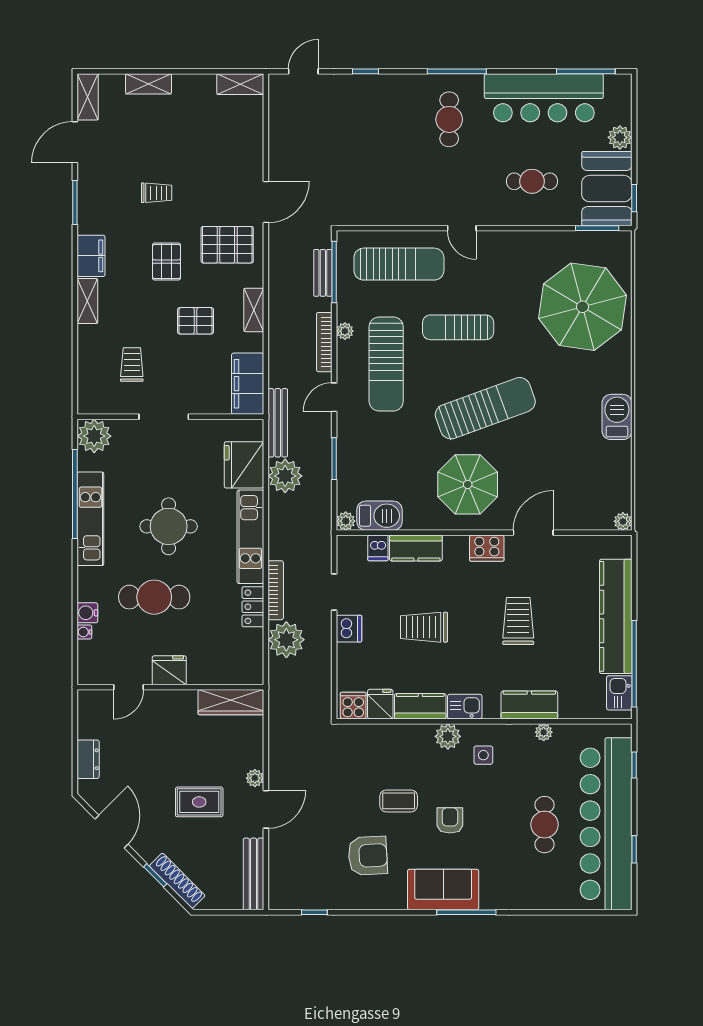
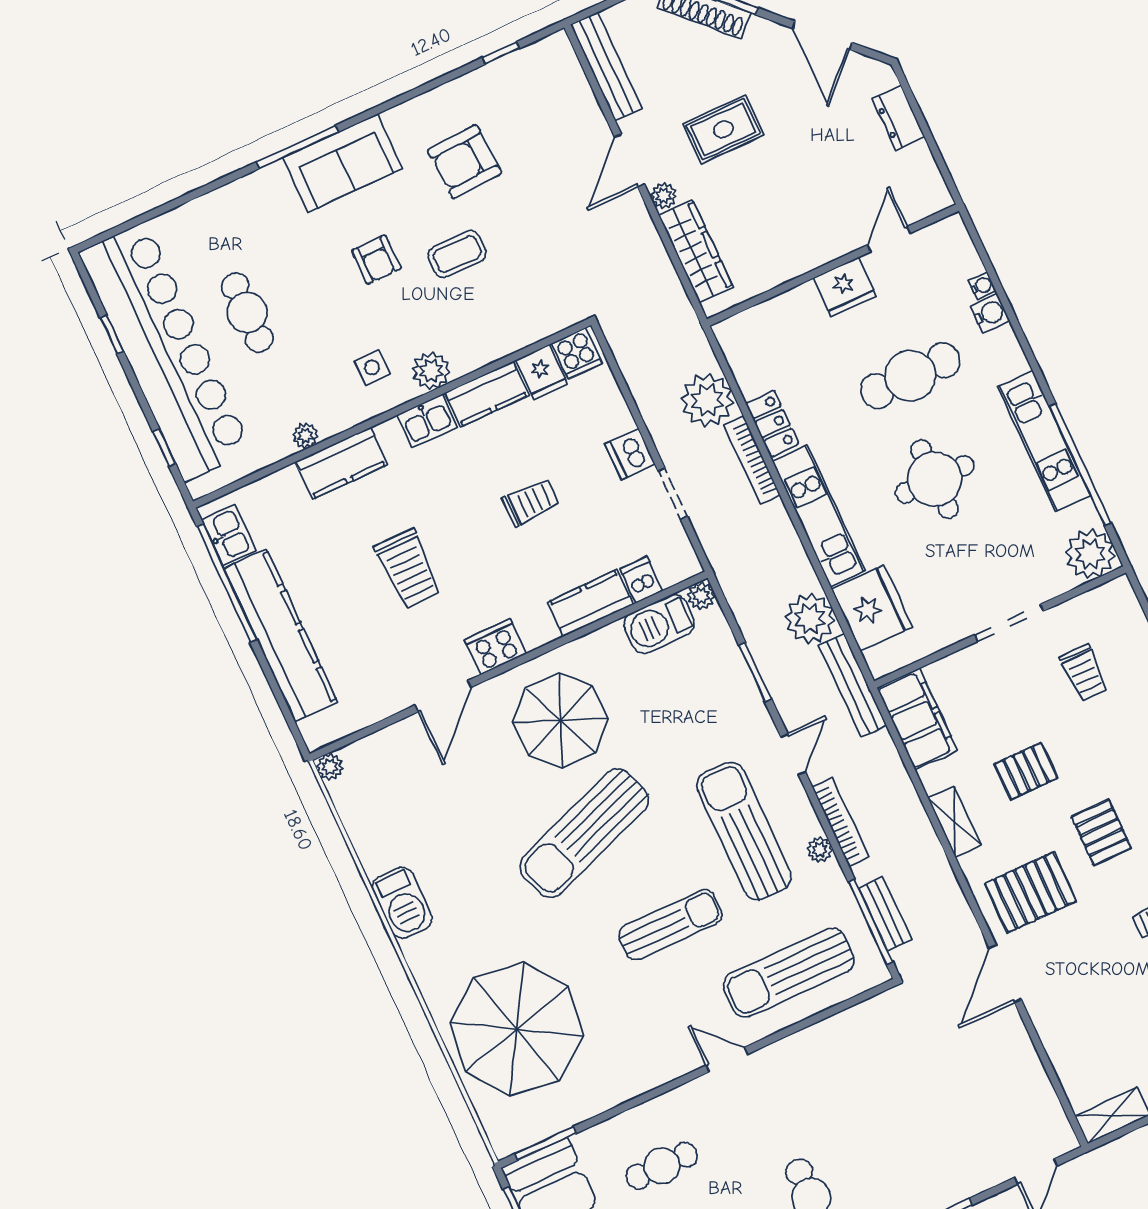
trolley: (424, 627) -> (531, 502), width x0.73, depth x0.72
wardrobe: (231, 702) -> (696, 251), moved, turned 90

